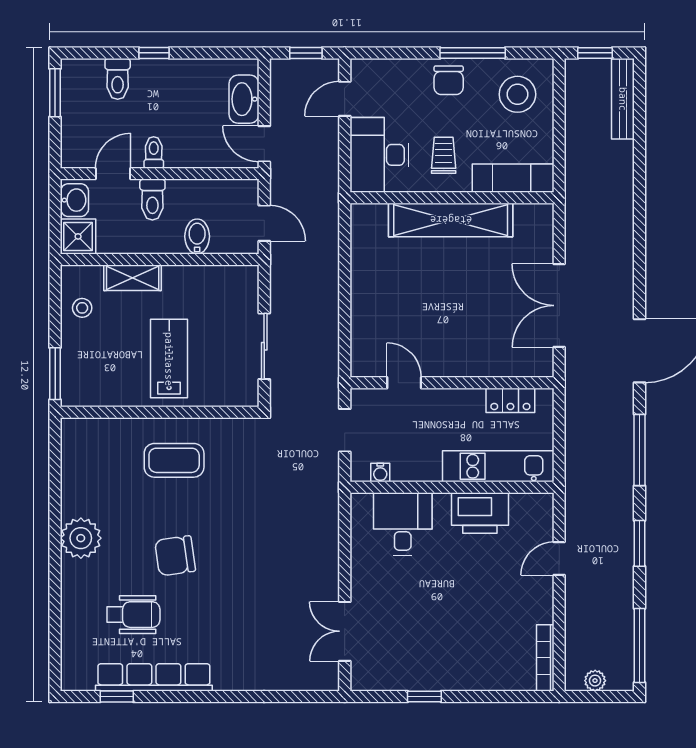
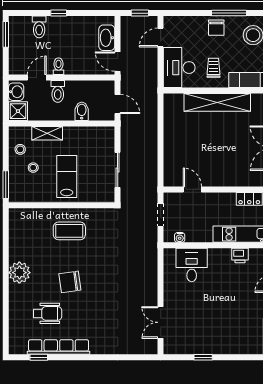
stool: (106, 342) -> (33, 168), added
printer: (480, 513) -> (240, 256), width x0.53, depth x0.68

